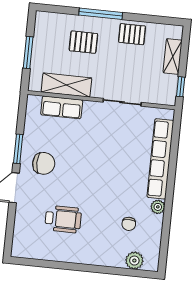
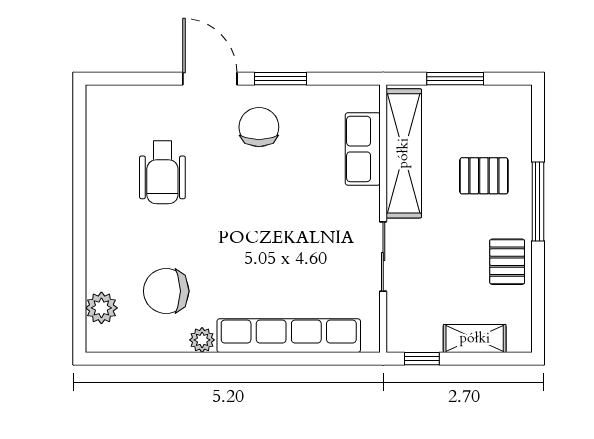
pallet: (83, 42) -> (484, 176), turned 90
shelving: (66, 85) -> (404, 153), width x1.47
chair: (44, 163) -> (259, 127), turned 180
chair: (129, 224) -> (166, 291), width x1.87, depth x1.87

